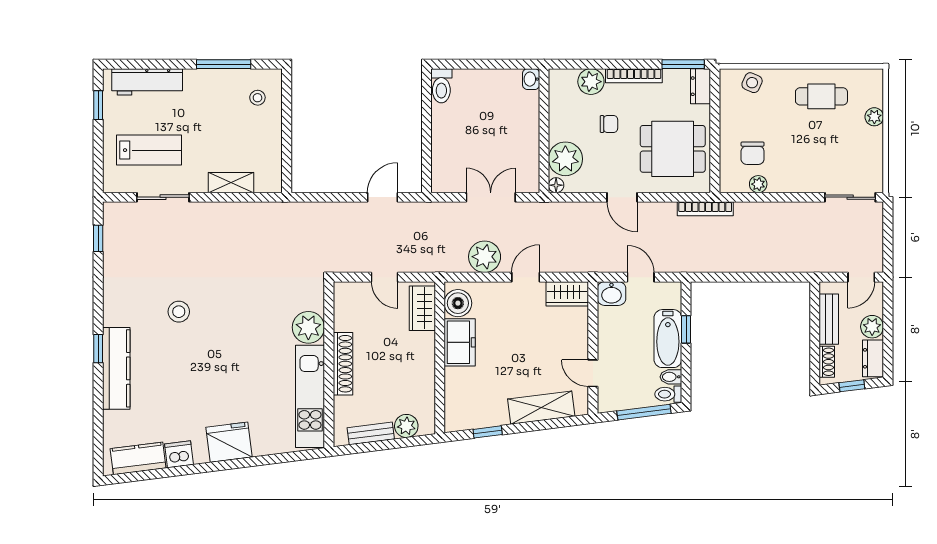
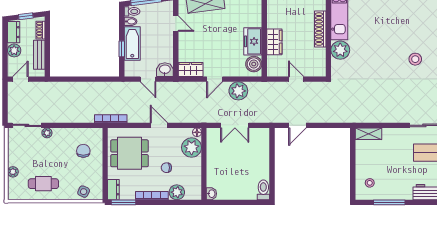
shelving: (231, 183) -> (368, 134), moved
plant: (758, 184) -> (47, 133), moved
wardrobe: (422, 308) -> (274, 42), moved

